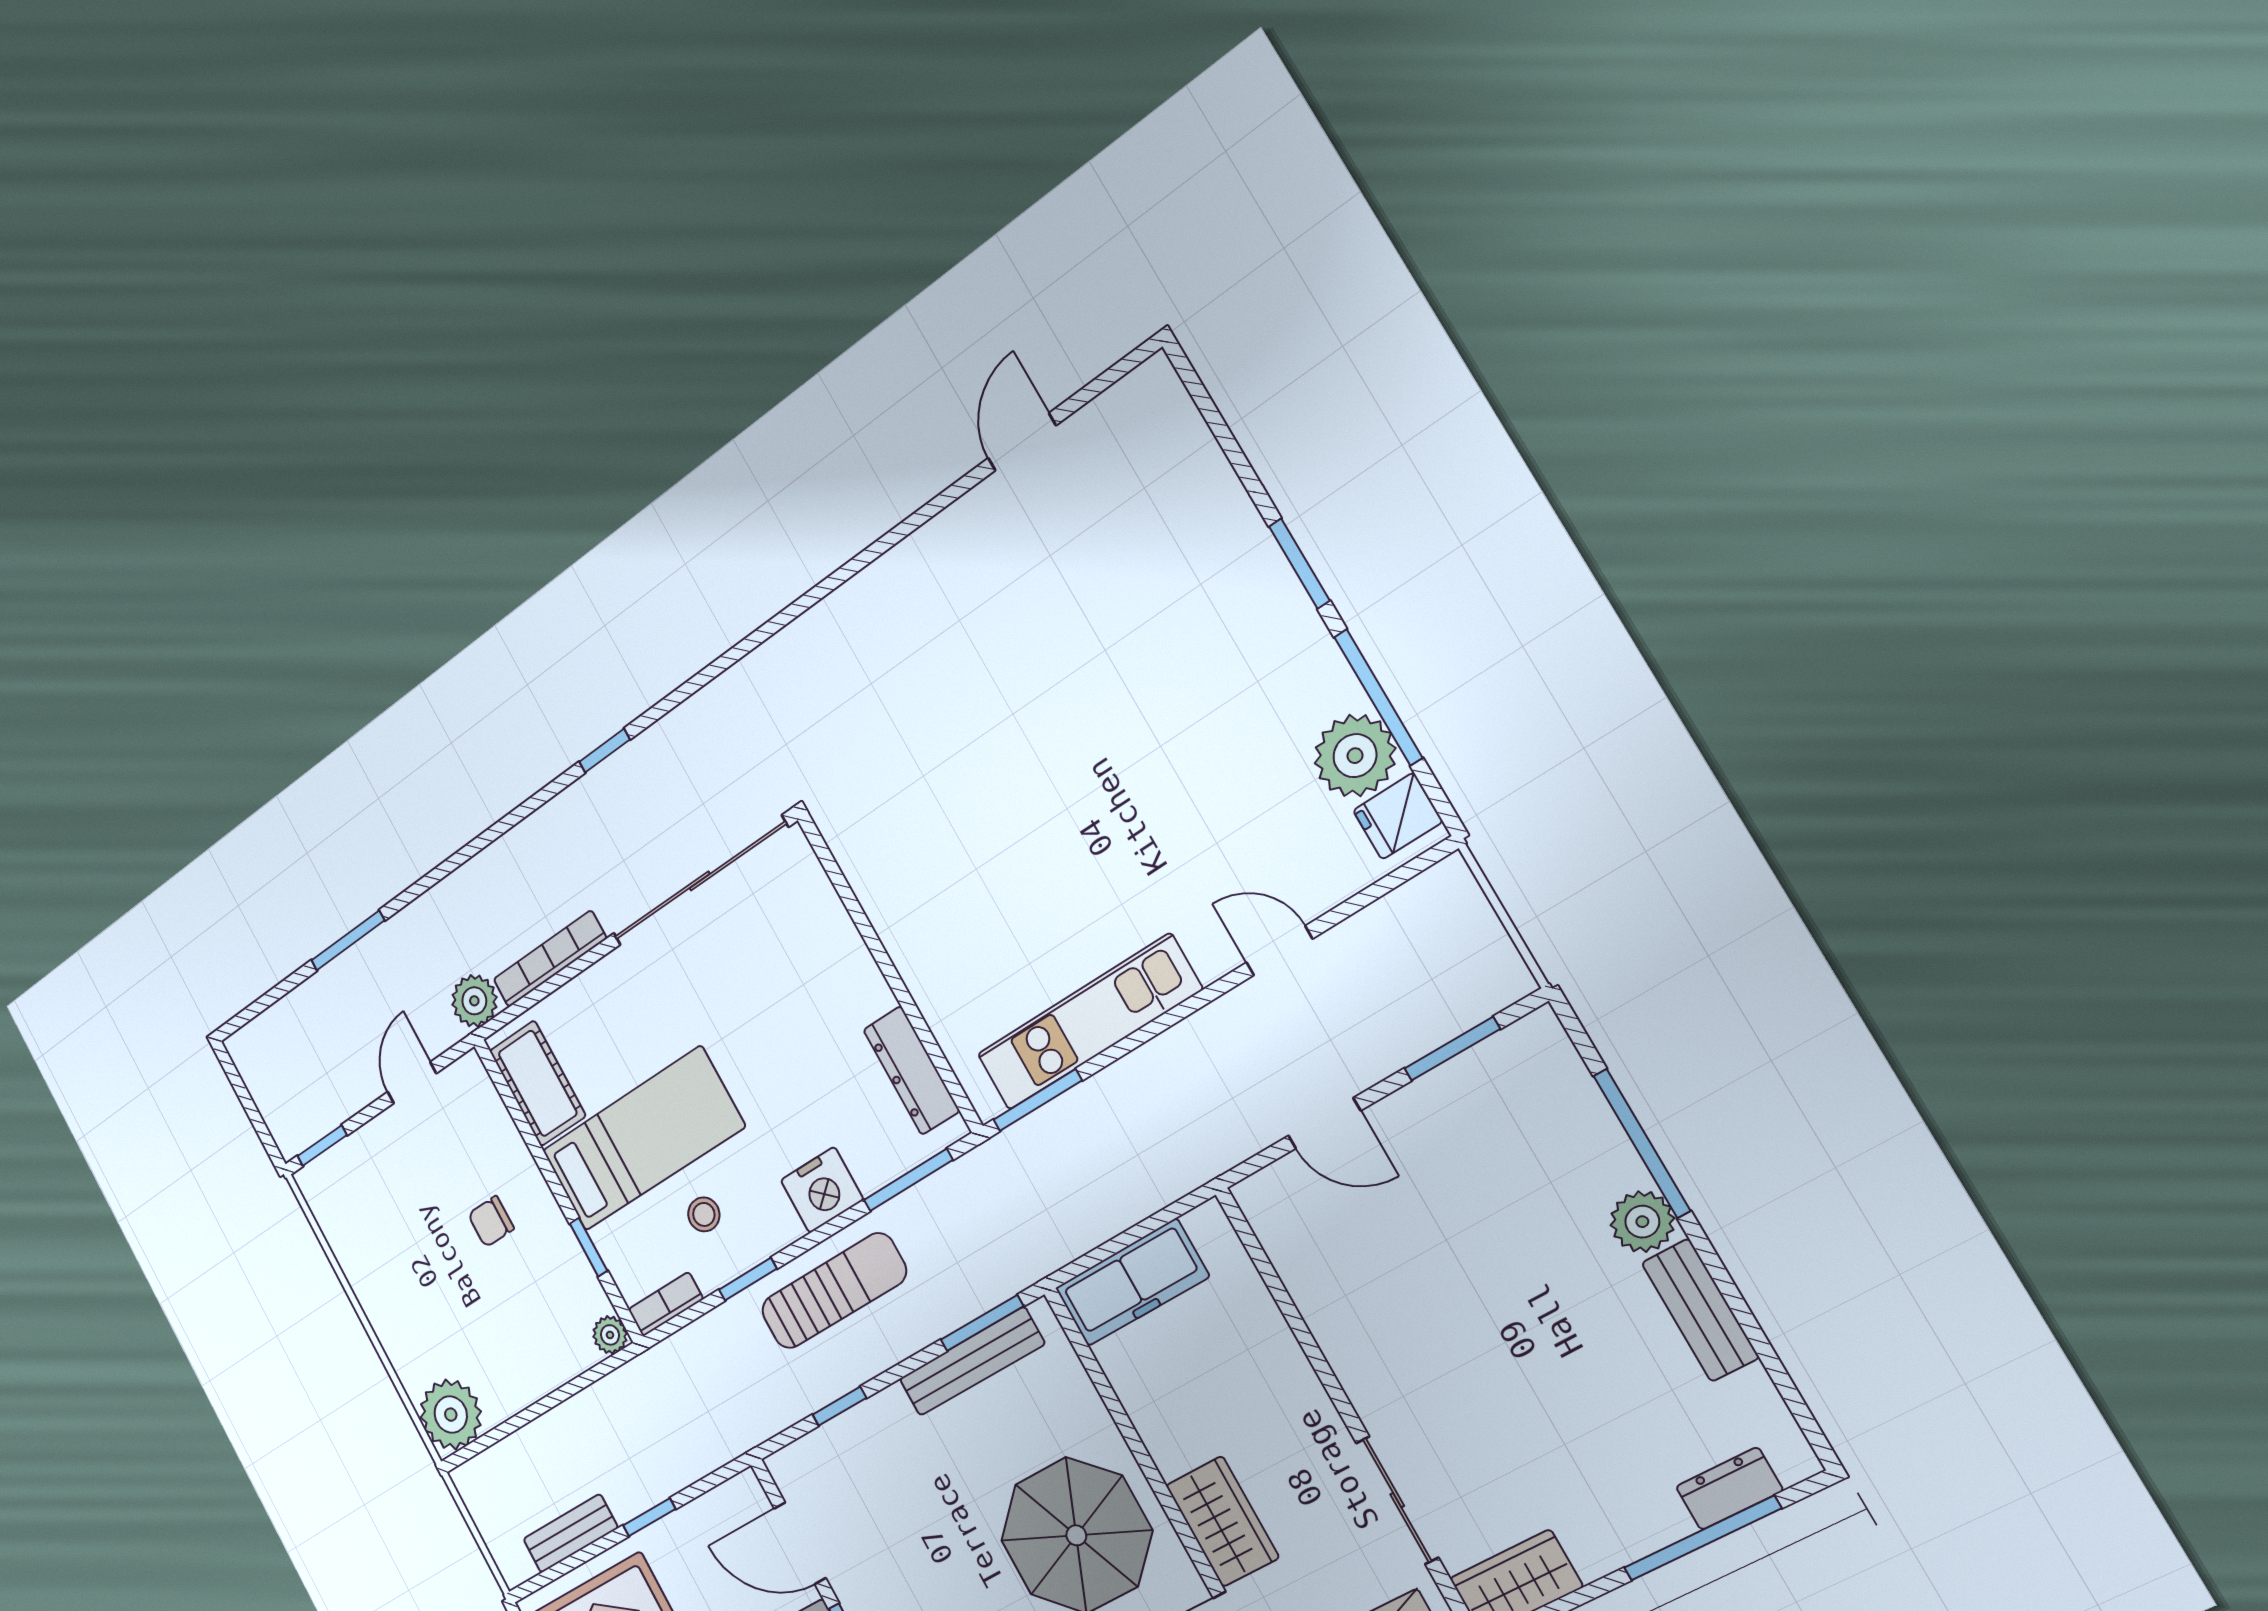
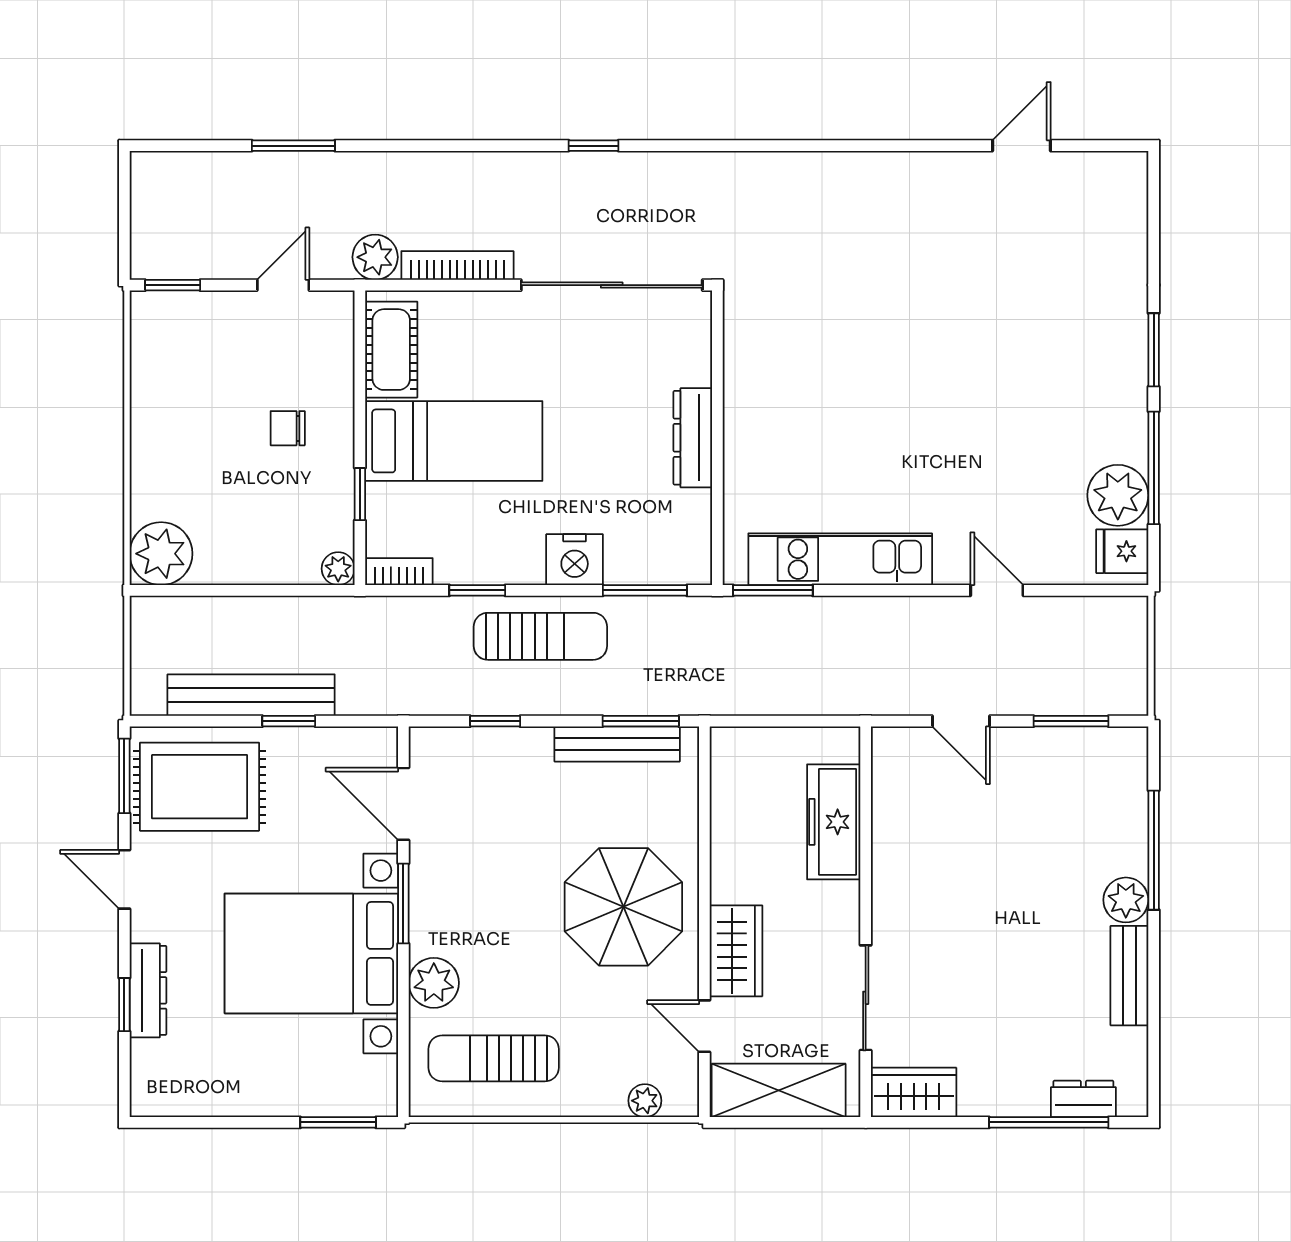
dresser: (911, 1070) -> (693, 438), moved
stool: (704, 1214) -> (470, 524), removed
freezer: (1132, 1282) -> (834, 822), moved, turned 90
bench: (571, 1533) -> (251, 695), width x1.86, depth x1.21

